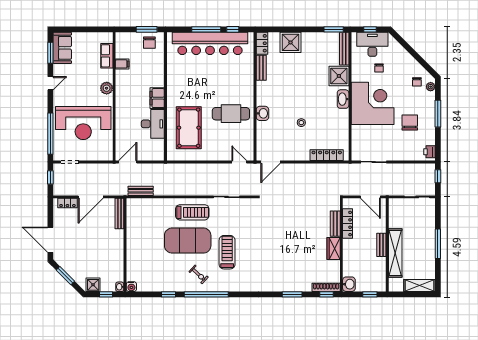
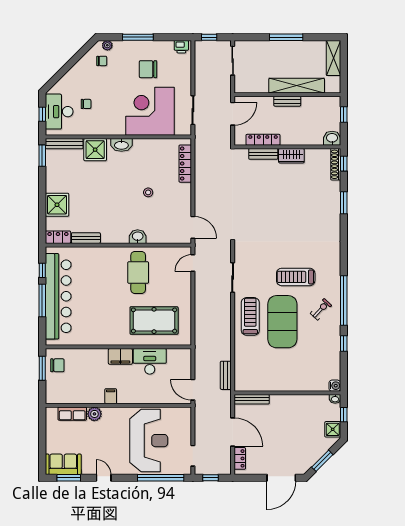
filing cabinet: (122, 64) -> (111, 396), moved
plant: (107, 88) -> (94, 414), moved
corner desk: (373, 103) -> (150, 111), moved

